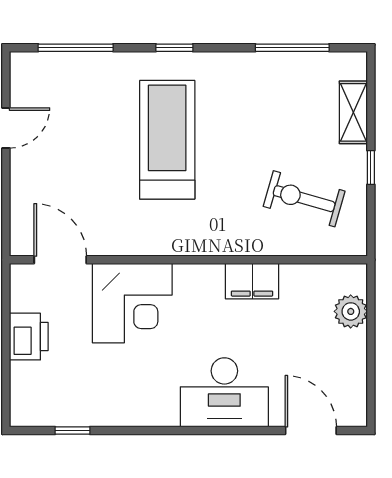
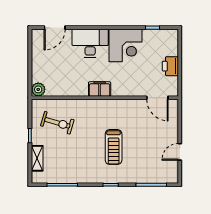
treadmill: (167, 140) -> (114, 147), width x0.73, depth x0.73
filing cabinet: (252, 281) -> (100, 89), moved
corner desk: (132, 303) -> (125, 45), moved, turned 180
plant: (351, 311) -> (38, 89), moved
door: (311, 430) -> (55, 28), hinge flipped

